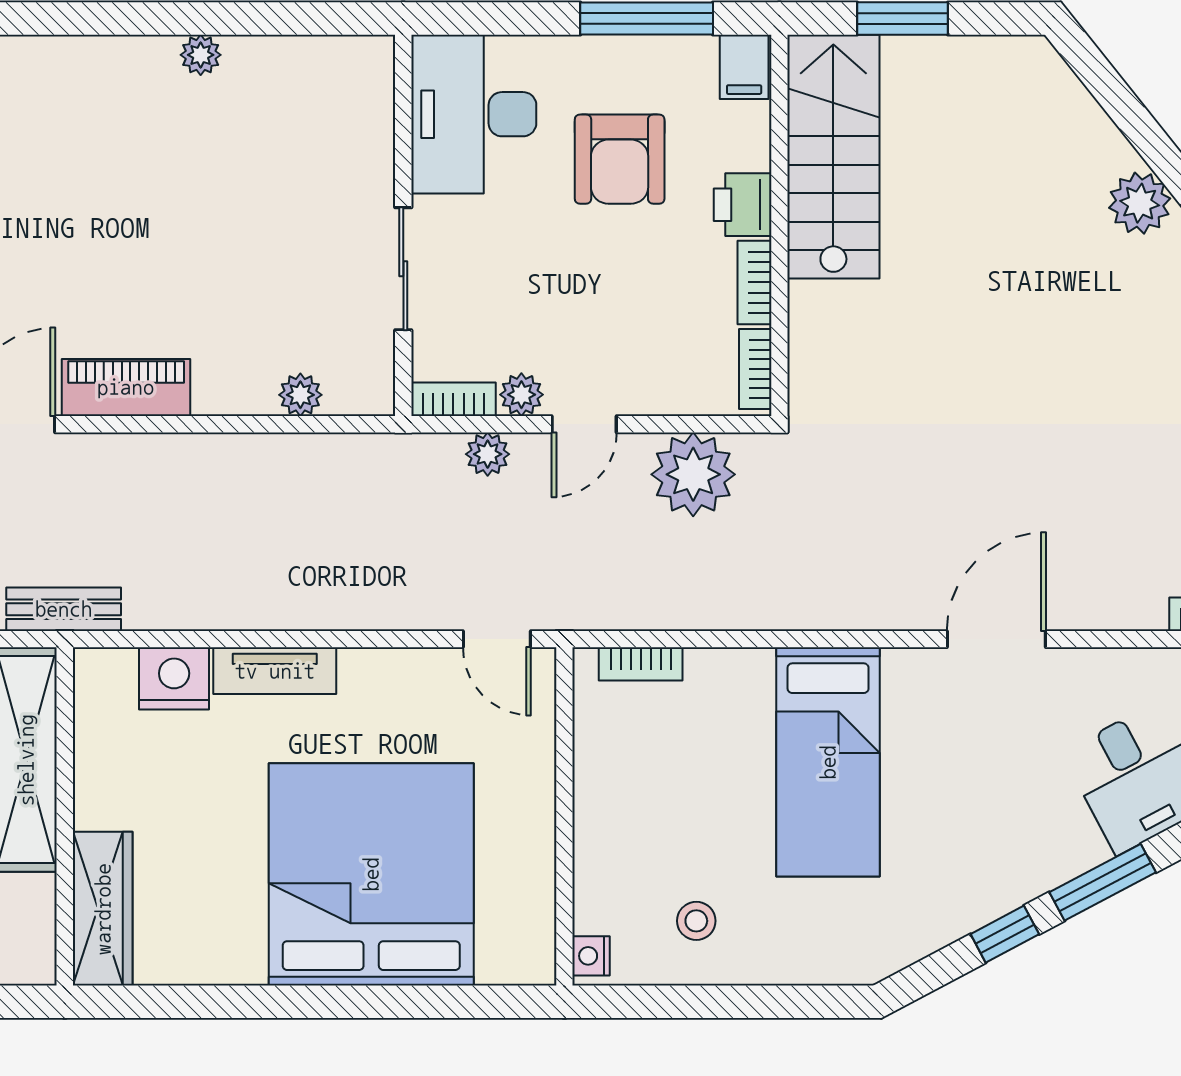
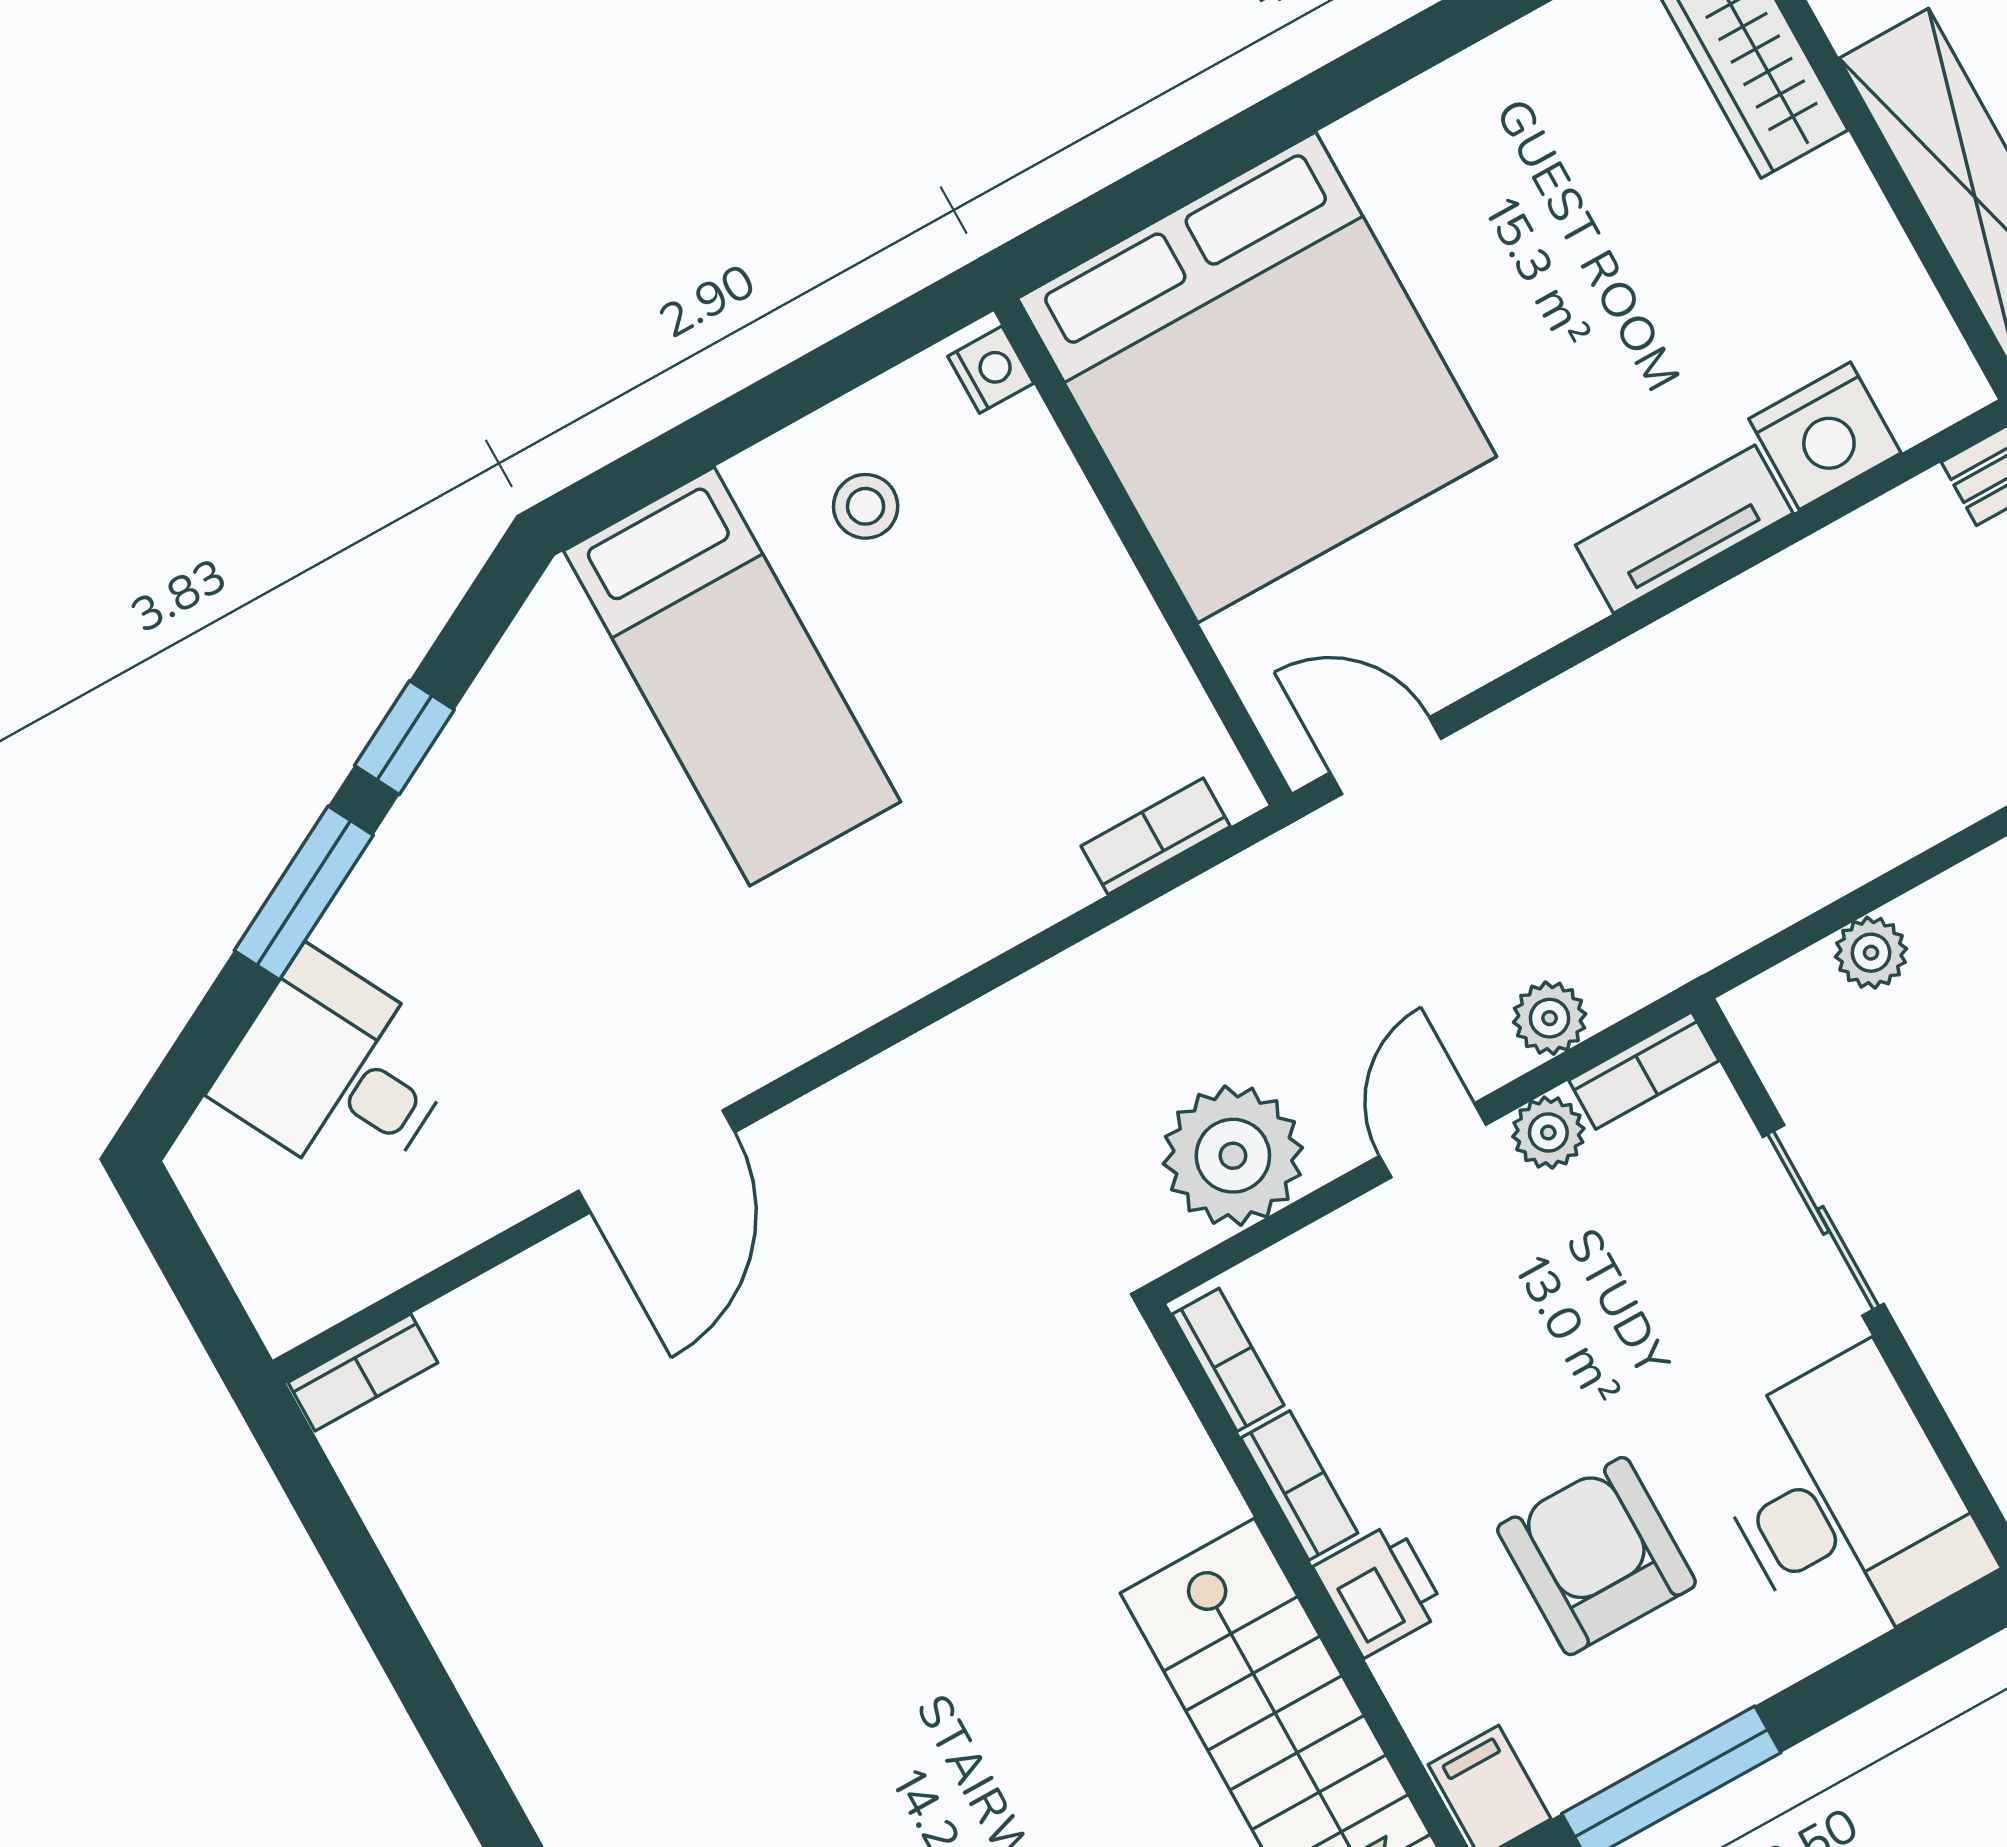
bed: (828, 762) -> (732, 676), moved, turned 180
bed: (371, 874) -> (1257, 377), moved

